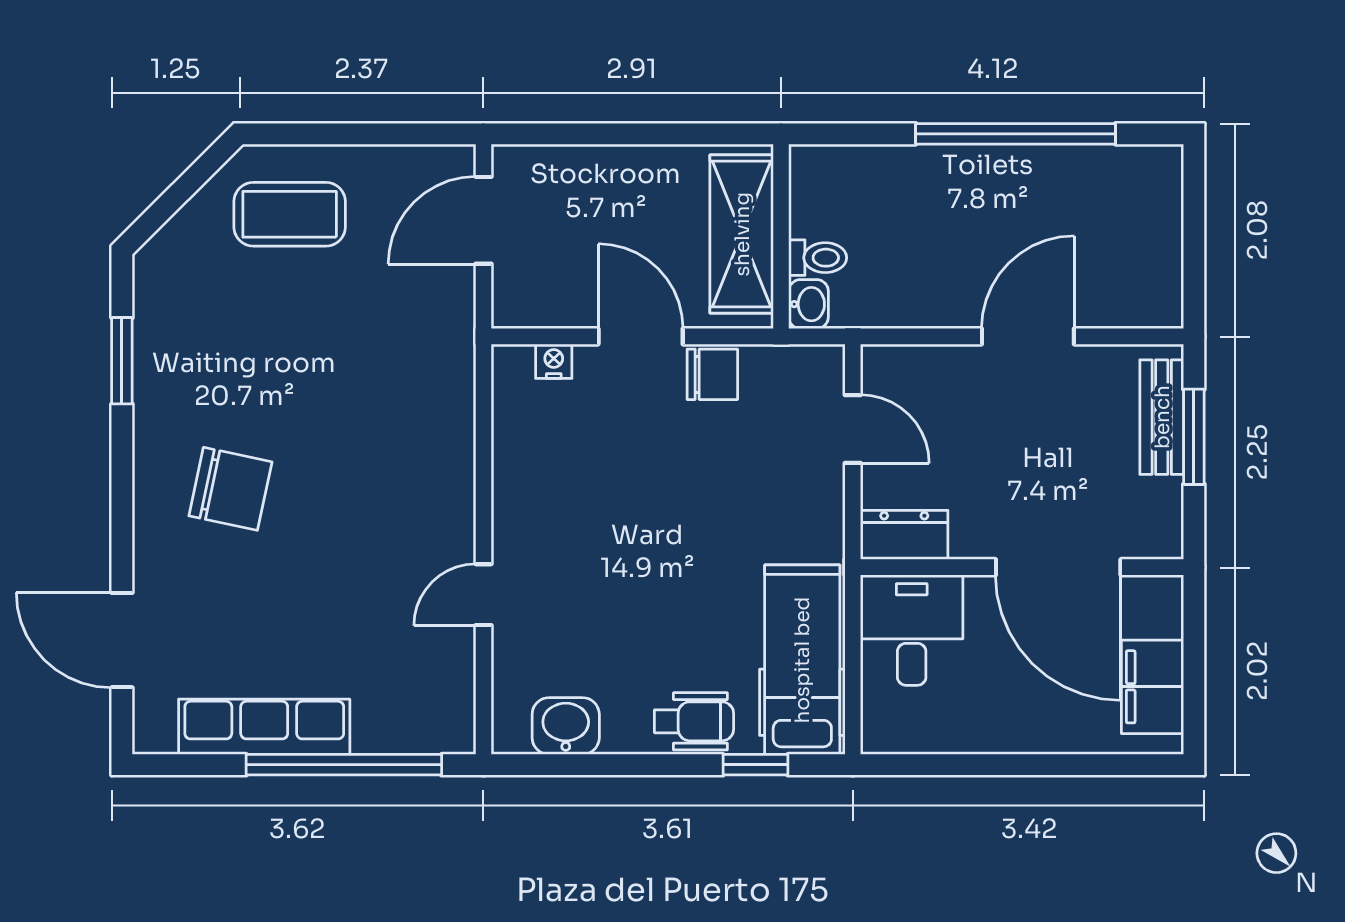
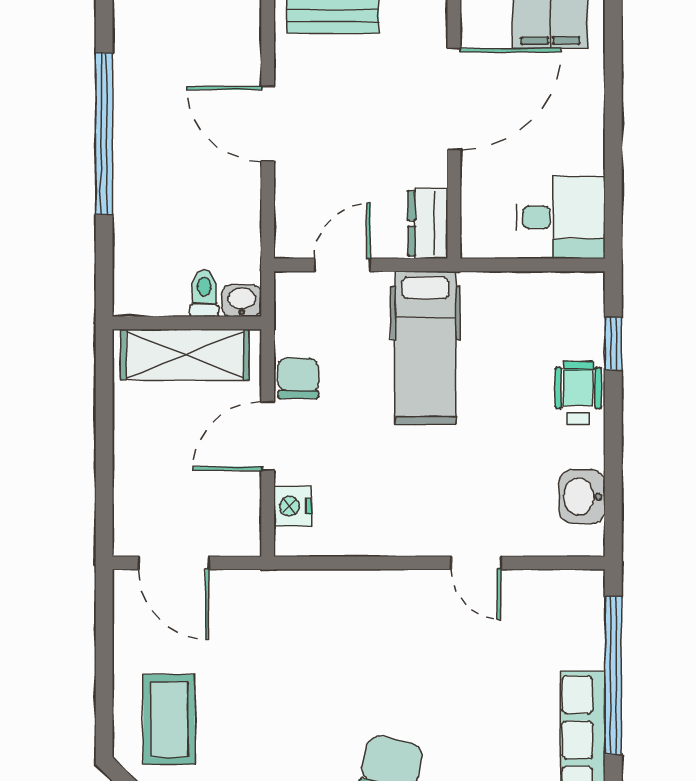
nightstand: (554, 361) -> (293, 506), width x1.39, depth x1.35
desk: (912, 630) -> (560, 217), moved, turned 180
hospital bed: (802, 660) -> (425, 348), moved, turned -90

